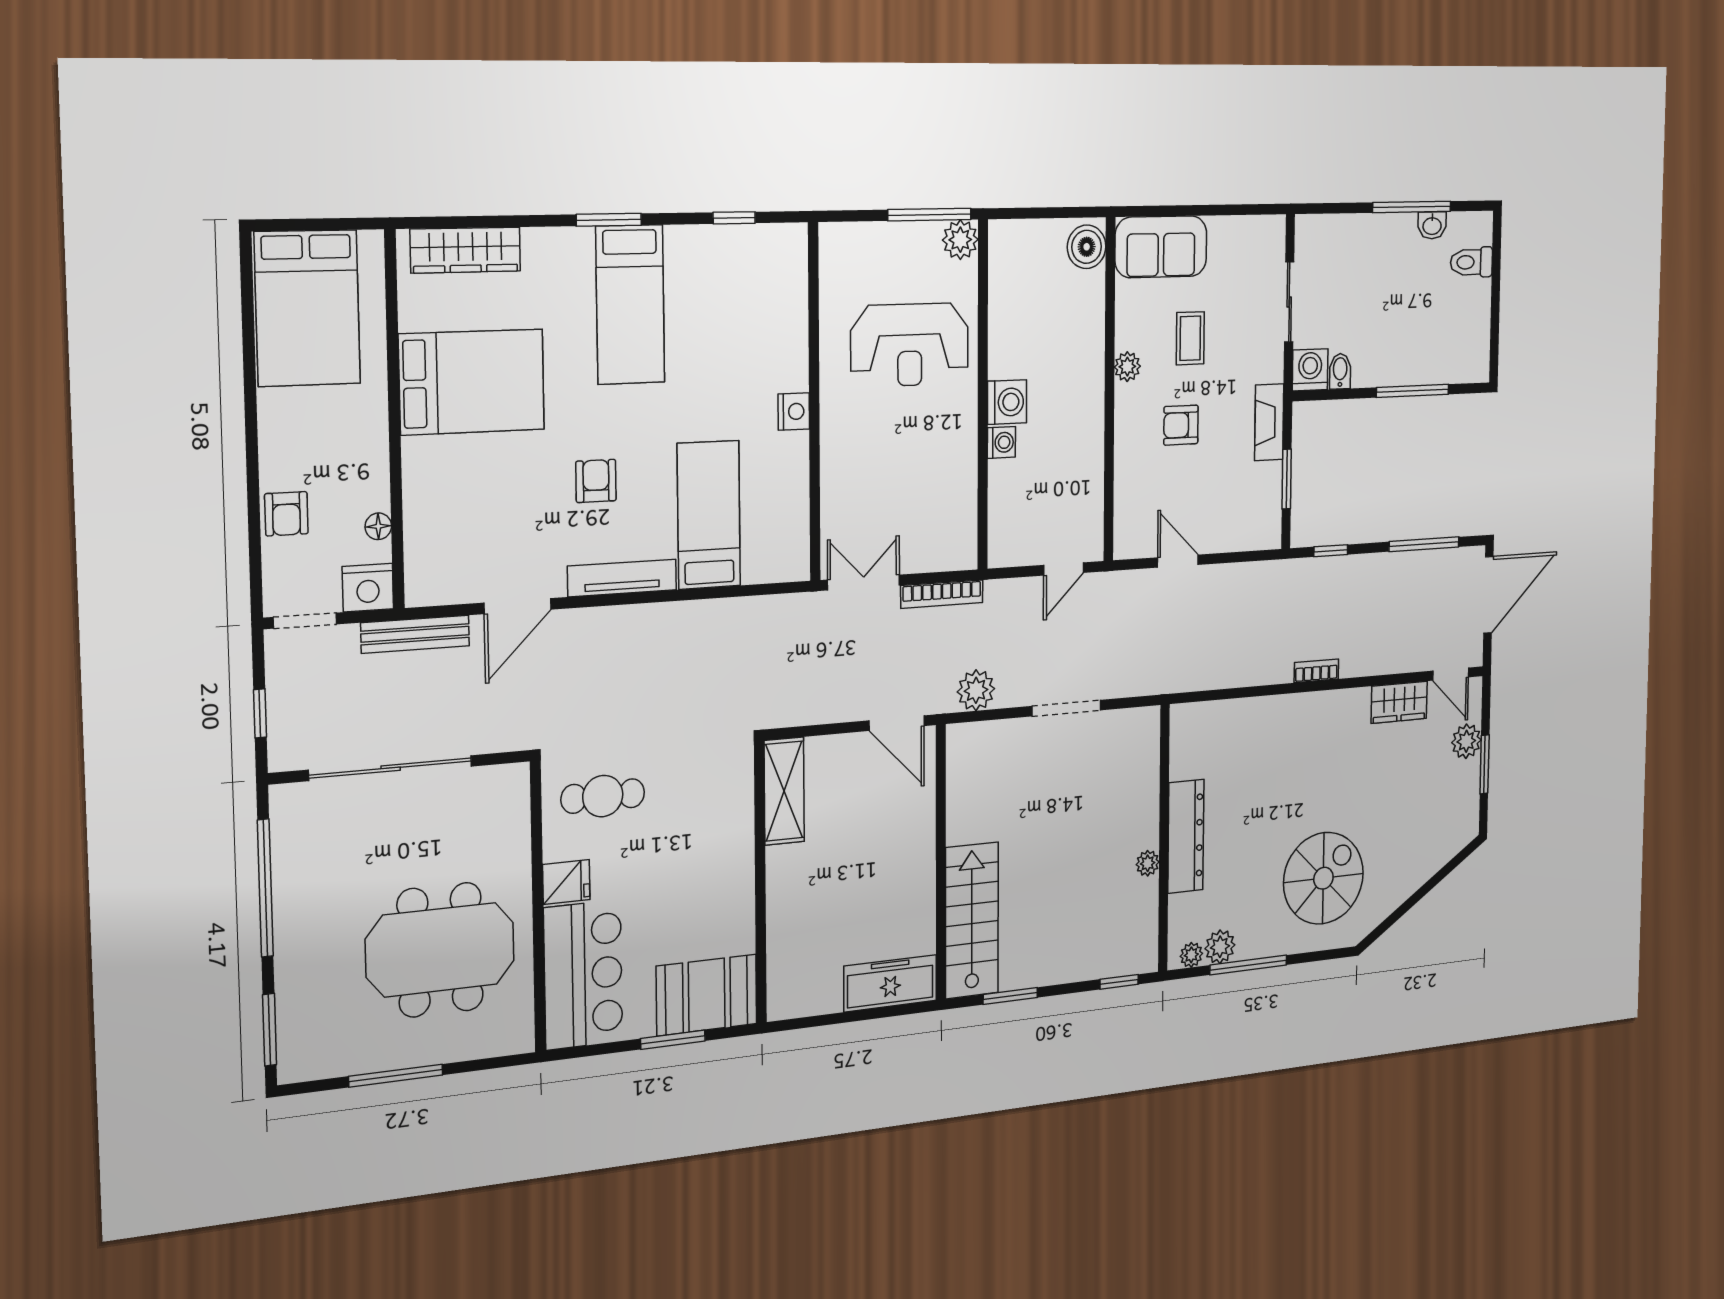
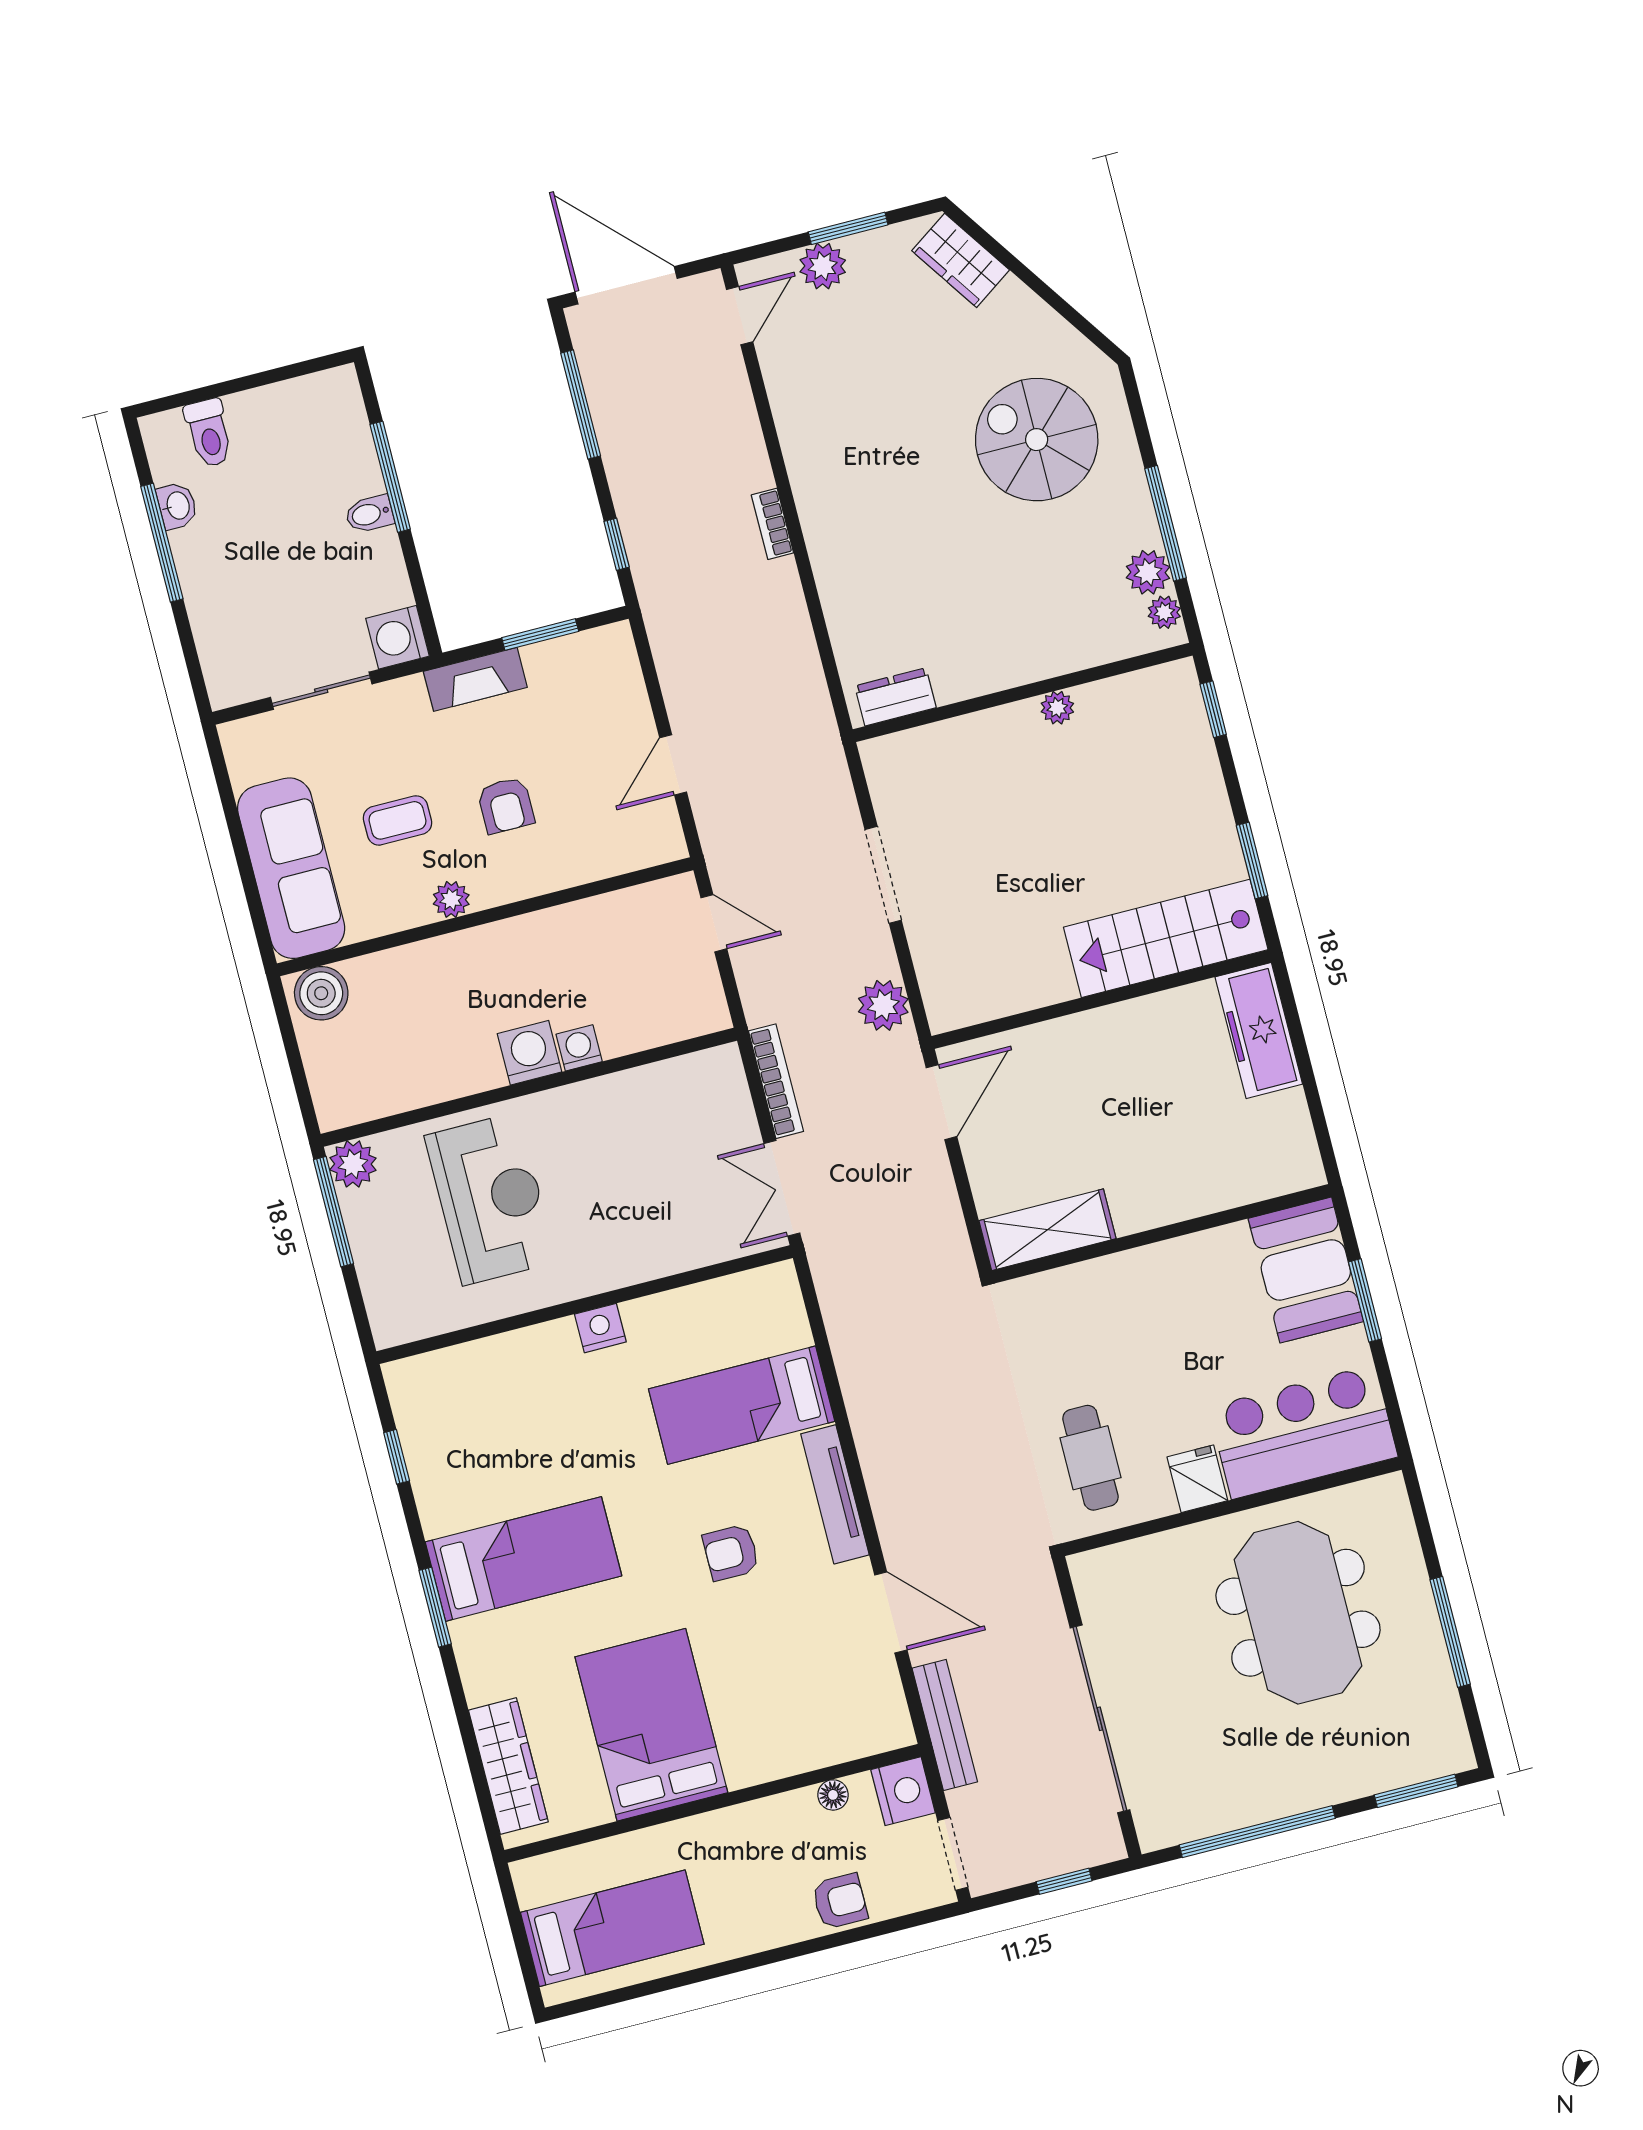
sofa: (1161, 247) -> (291, 868), width x1.36
bed: (307, 308) -> (612, 1928), width x0.67
bidet: (1340, 371) -> (369, 514), moved
wardrobe: (1399, 702) -> (961, 260), moved, turned 146
dresser: (1186, 836) -> (895, 697), moved, width x0.51, depth x0.80

